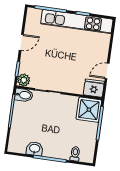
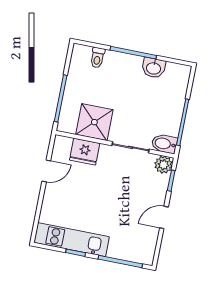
kitchen unit: (77, 22) -> (72, 240), width x0.73
fridge: (94, 88) -> (85, 152), moved
shower: (89, 110) -> (94, 122), moved

